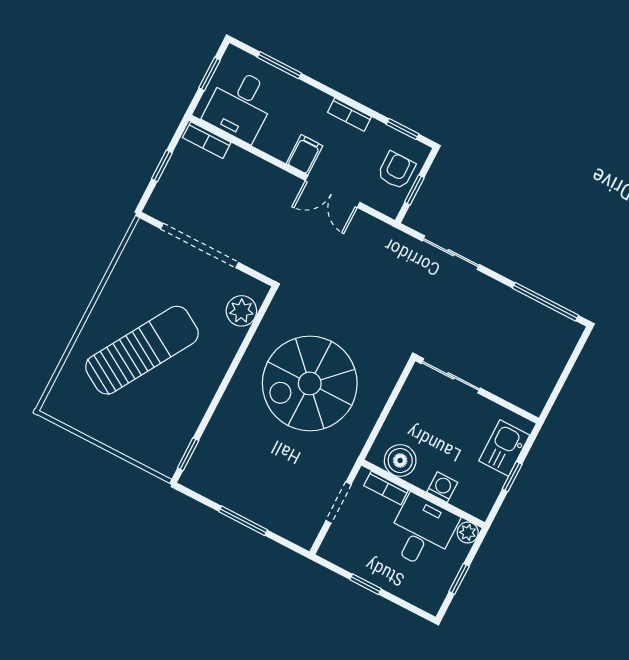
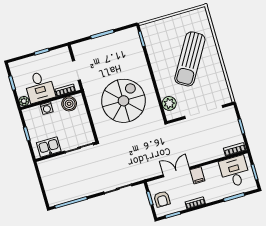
kitchen sink: (504, 448) -> (49, 147), moved, turned -90

